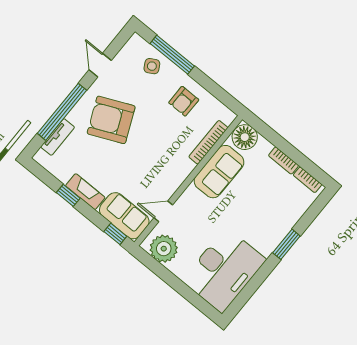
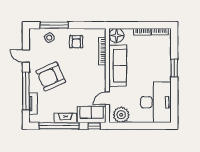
sofa: (219, 172) -> (118, 66), width x1.36
window: (68, 195) -> (59, 126), width x3.17

